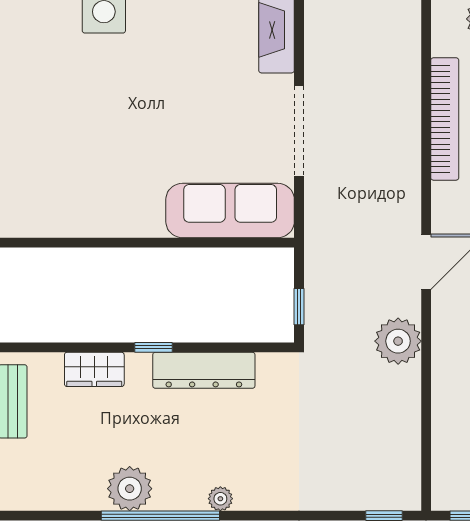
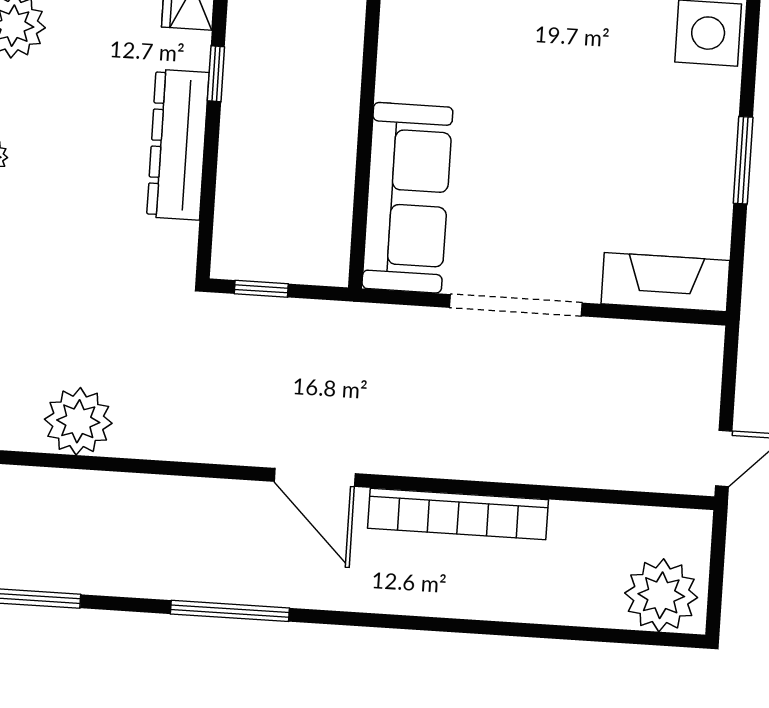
bookcase: (445, 119) -> (458, 514), moved
plant: (398, 341) -> (78, 421), moved

